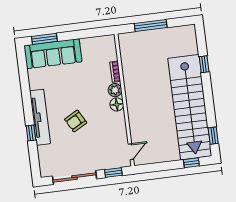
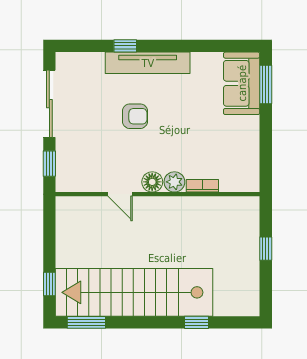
window: (151, 25) -> (266, 249), width x0.46
sofa: (53, 54) -> (242, 83), width x0.73
armchair: (76, 121) -> (135, 116), turned 119
window: (213, 136) -> (86, 322), width x1.50
door: (131, 152) -> (120, 194), moved

